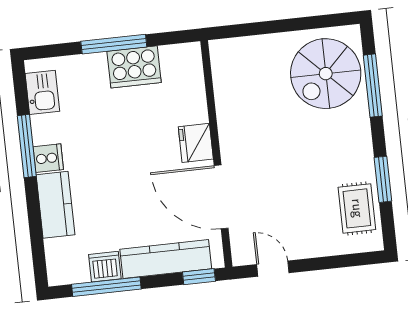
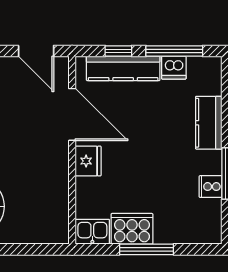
kitchen sink: (42, 92) -> (92, 232), moved, turned 90
cooker: (48, 158) -> (211, 187), moved
door: (273, 269) -> (36, 51), width x1.38
window: (199, 277) -> (118, 51), moved

